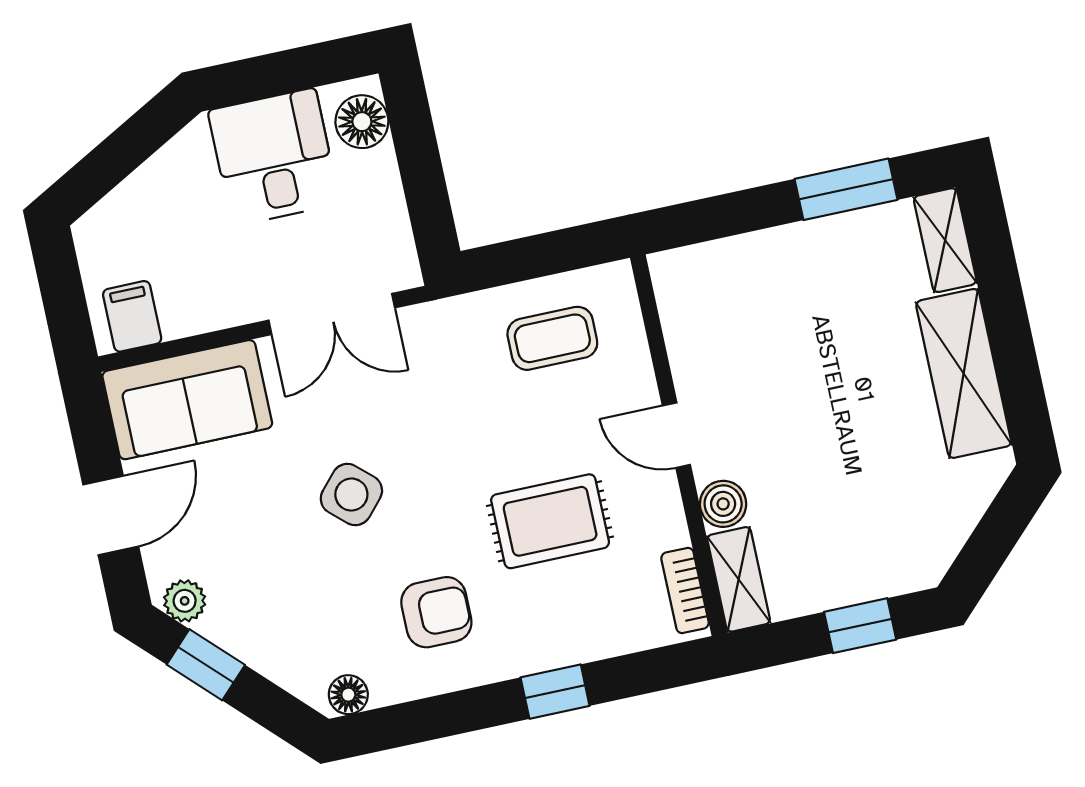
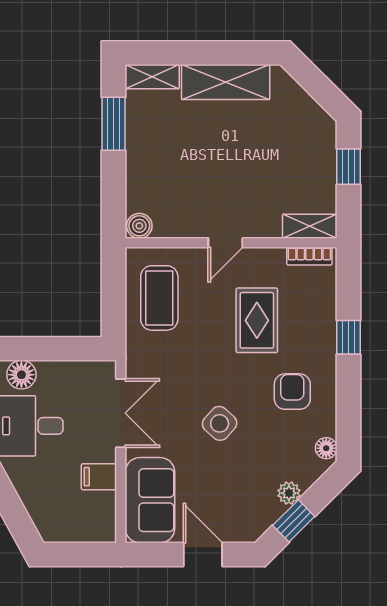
filing cabinet: (132, 316) -> (99, 477), moved
coffee table: (552, 338) -> (159, 298), width x1.36, depth x1.30
boiler: (723, 504) -> (139, 226), moved
plant: (185, 601) -> (289, 493), moved

